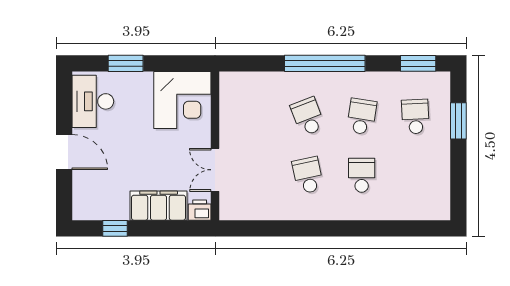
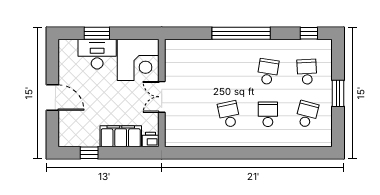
window: (418, 63) -> (309, 33), width x0.67
desk: (93, 101) -> (97, 54), moved, turned 90
school desk: (308, 117) -> (307, 114), moved, turned 36
window: (458, 121) -> (338, 93), moved
double door: (215, 170) -> (162, 97), moved

